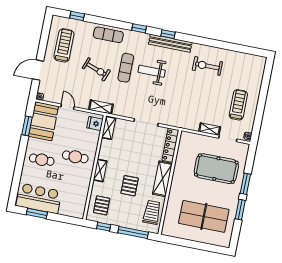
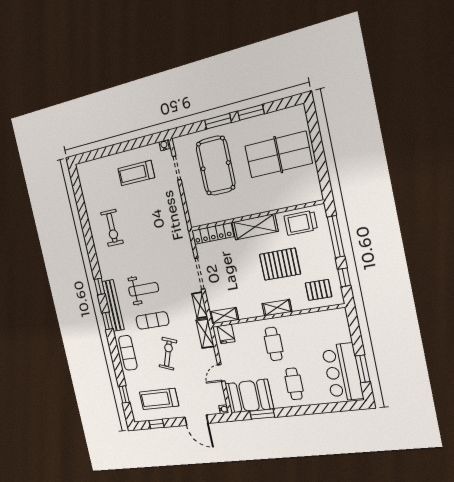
window: (45, 34) -> (156, 424), added
bench: (170, 43) -> (113, 306), moved
weight bench: (152, 71) -> (144, 289), turned -90
shelving: (210, 129) -> (200, 305), moved
pallet: (130, 186) -> (280, 264), width x1.50, depth x1.42
table tennis table: (204, 216) -> (278, 155), turned 90

